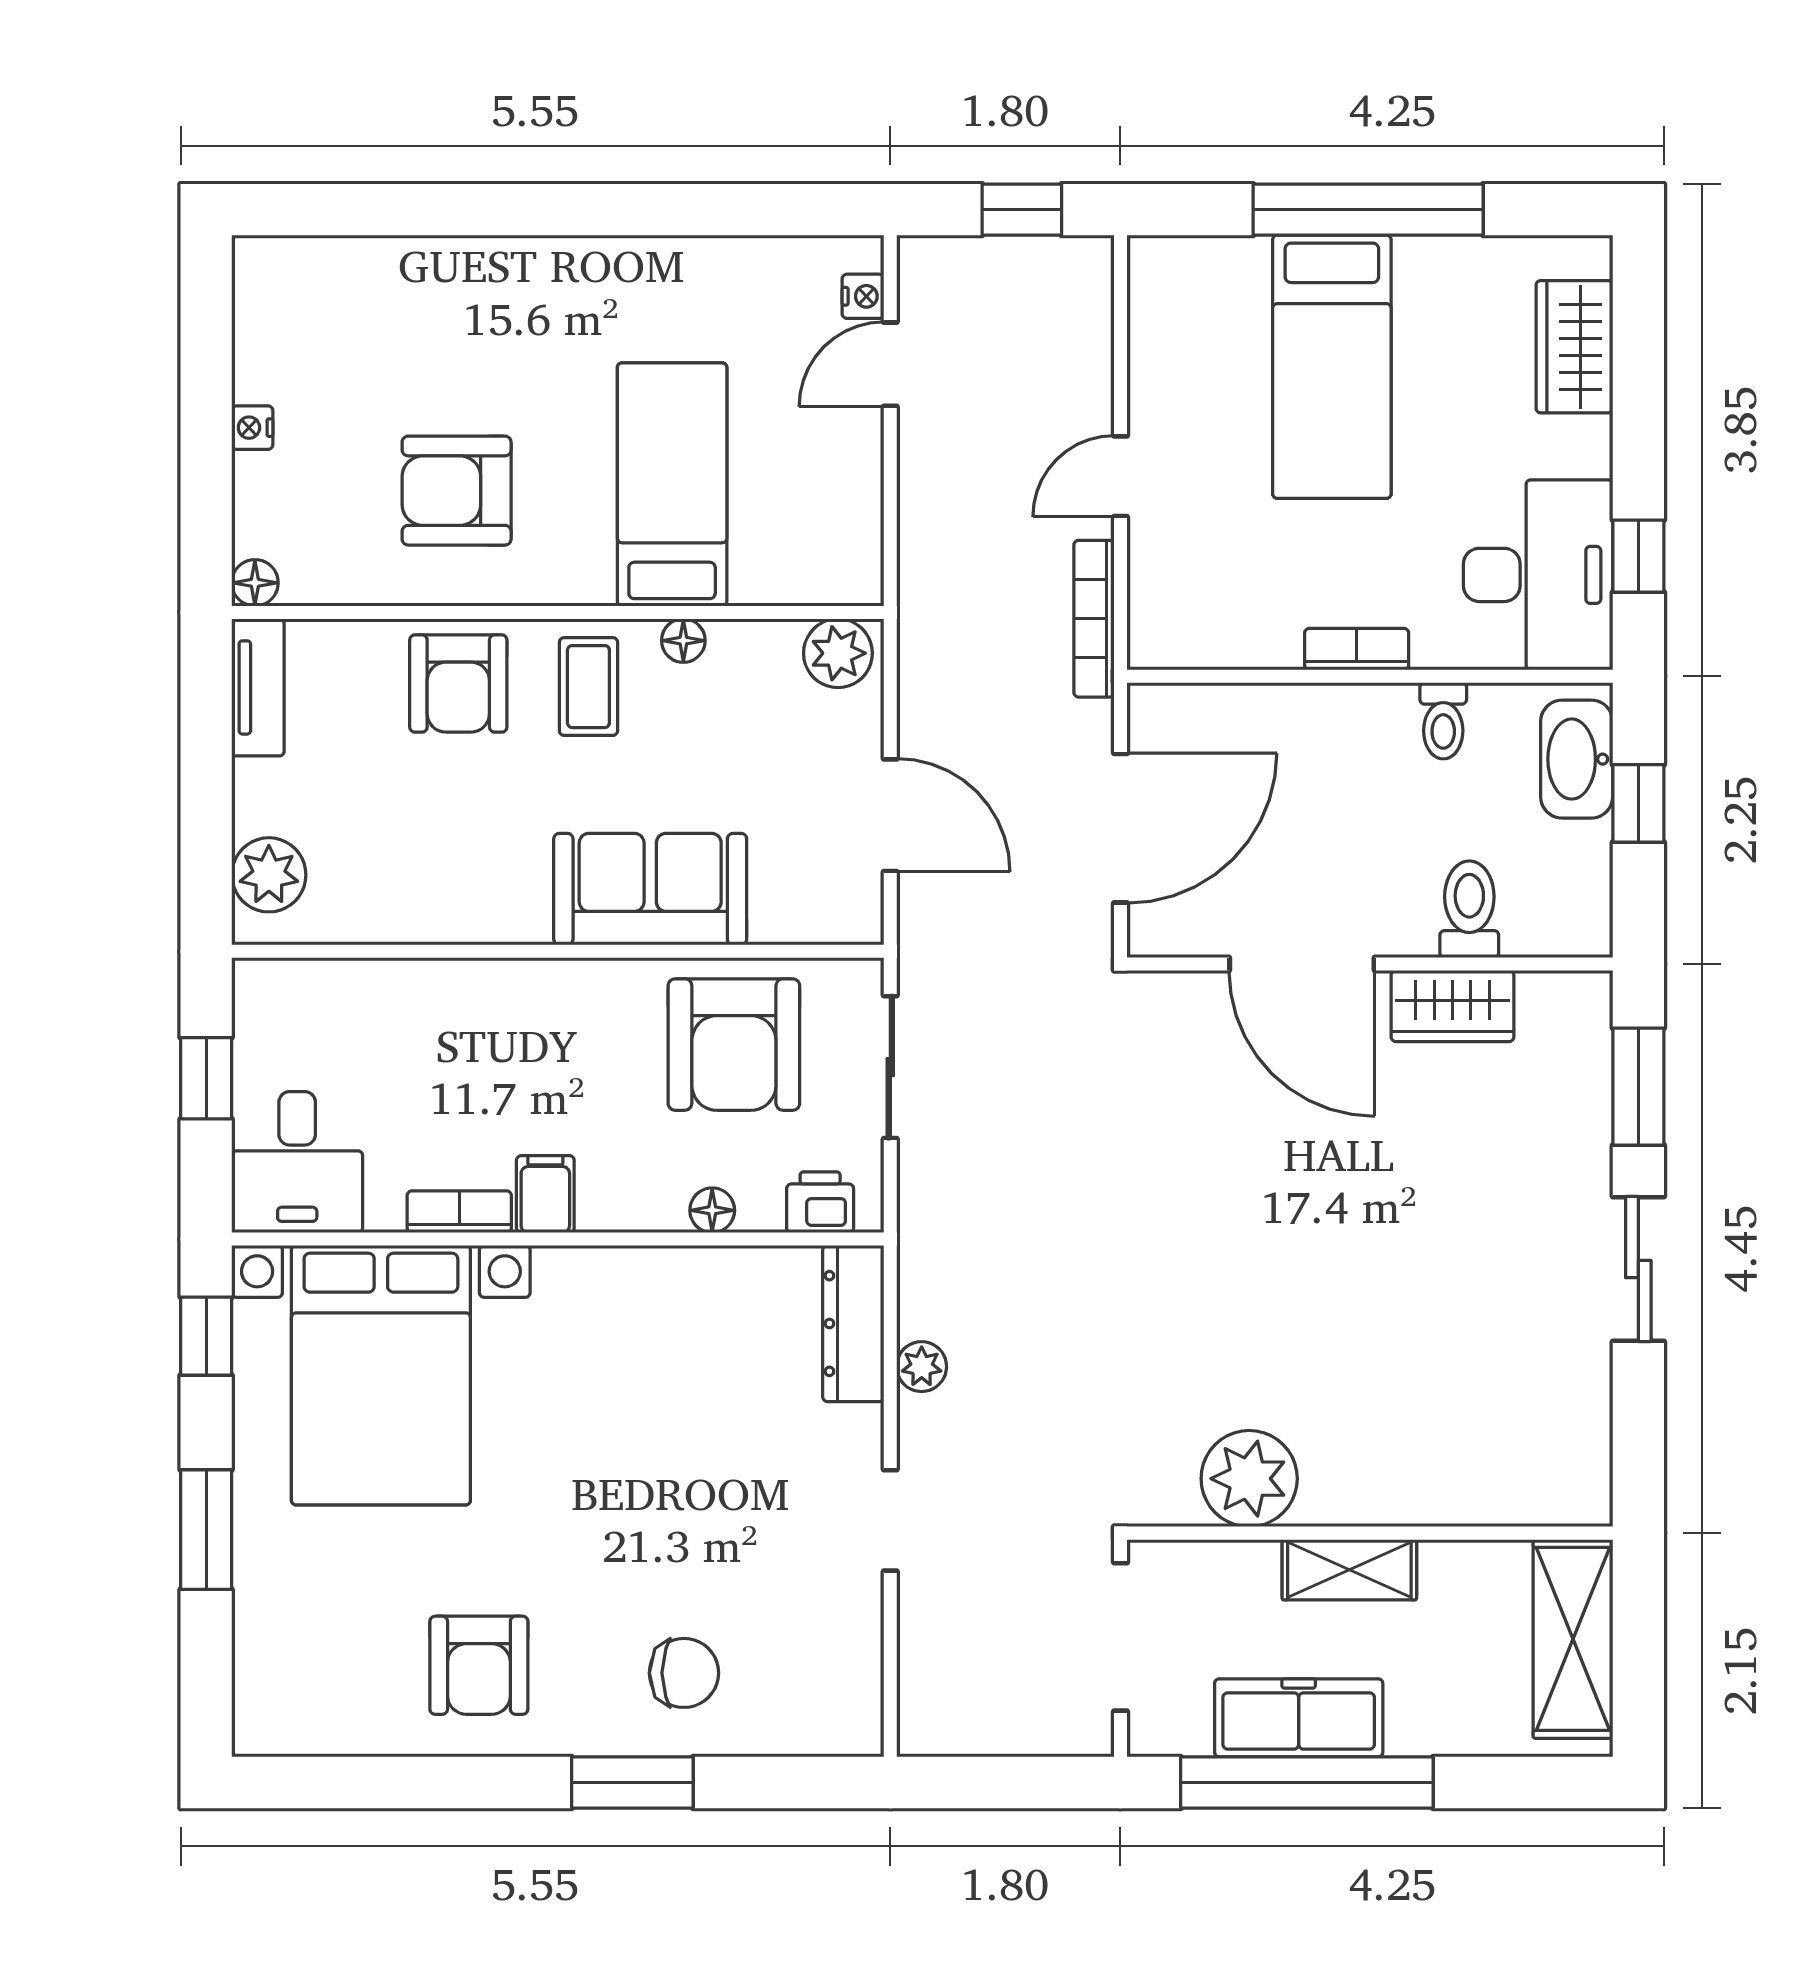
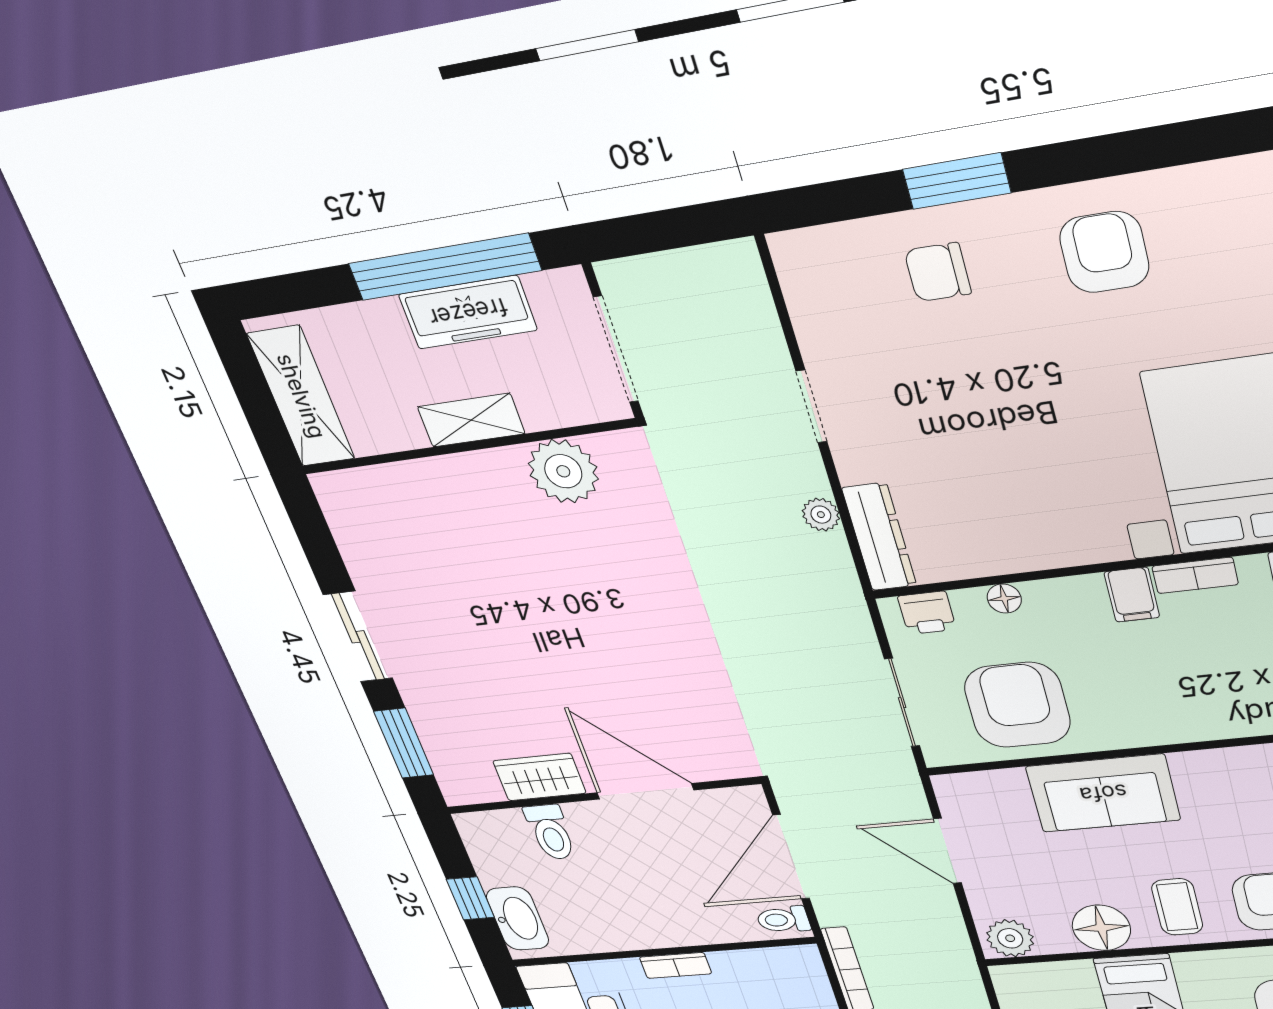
floor lamp: (683, 641) -> (1101, 928), width x1.89, depth x1.89
toilet: (1443, 721) -> (783, 920), moved, turned -90

